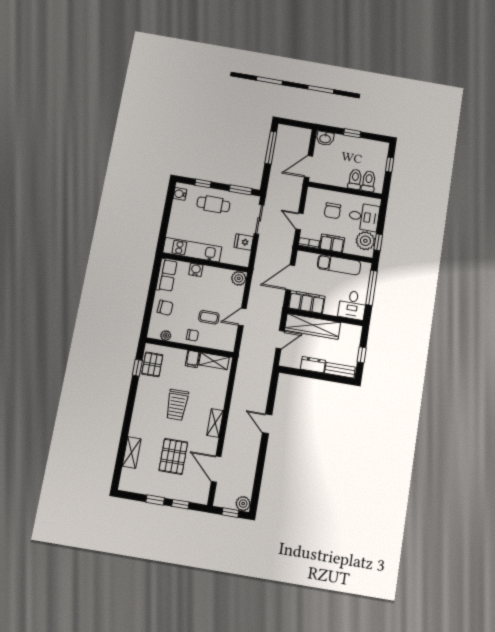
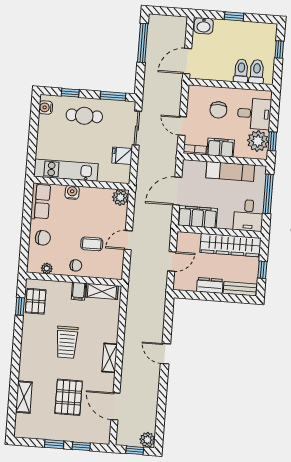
wardrobe: (313, 326) -> (231, 245), moved

